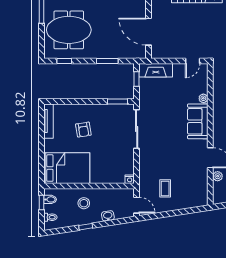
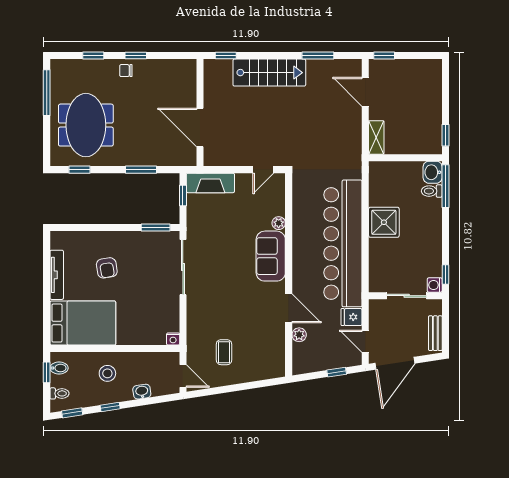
meeting table: (69, 30) -> (86, 125), turned 90
tv unit: (48, 121) -> (57, 275), moved
window: (59, 231) -> (72, 413), added

